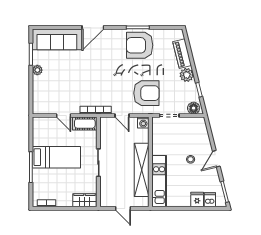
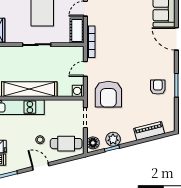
armchair: (140, 45) -> (158, 87), width x0.53, depth x0.53
plant: (187, 75) -> (113, 139), moved
cafe table: (194, 134) -> (66, 144), added

